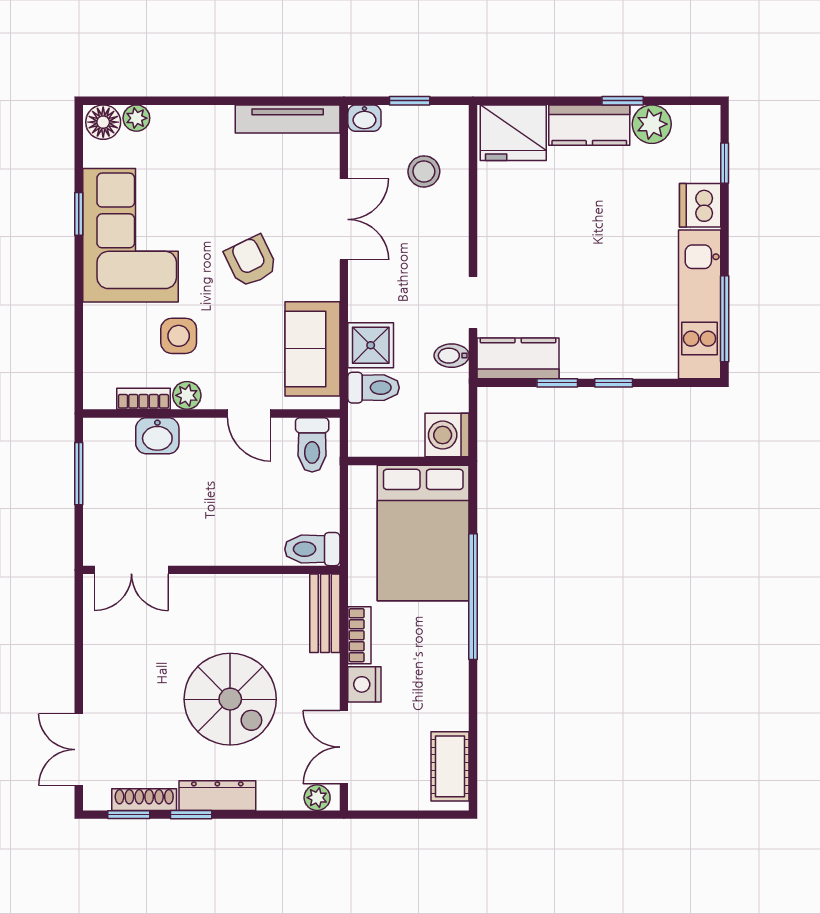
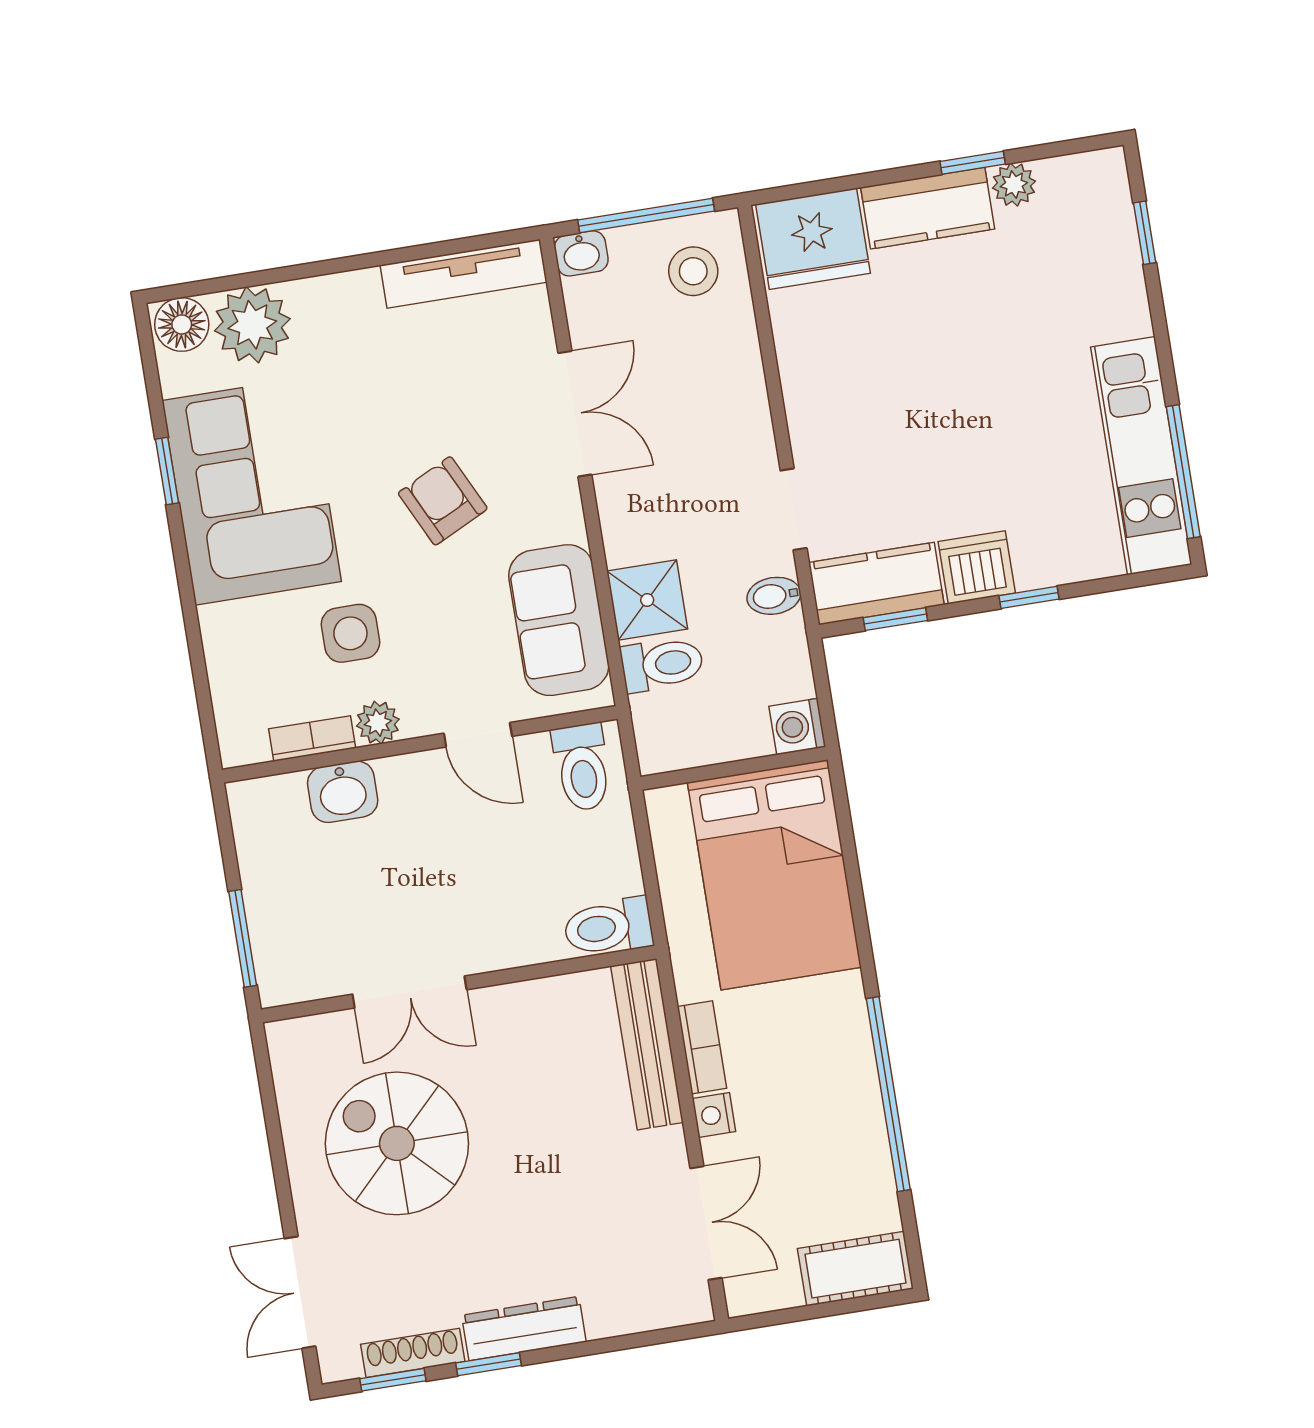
window: (410, 101) -> (646, 216), width x2.17
plant: (136, 118) -> (252, 325), width x1.88, depth x1.88
plant: (652, 124) -> (1014, 185), width x0.73, depth x0.73
stool: (424, 171) -> (693, 271), moved
dishwasher: (700, 205) -> (977, 567), moved, turned 90
window: (557, 383) -> (895, 619), moved
washing machine: (447, 435) -> (797, 726), width x0.73, depth x0.73
window: (79, 474) -> (243, 938), moved
double door: (131, 570) -> (410, 992), moved
window: (473, 597) -> (888, 1094), moved
bench: (325, 613) -> (647, 1044), width x1.36
nightstand: (364, 684) -> (714, 1115), width x0.72, depth x0.74
spiral stairs: (230, 699) -> (397, 1143), moved, turned 180
double door: (344, 747) -> (706, 1223), swing flipped
cot: (450, 766) -> (855, 1269), moved, turned 90
plant: (317, 798) -> (677, 1307), removed

